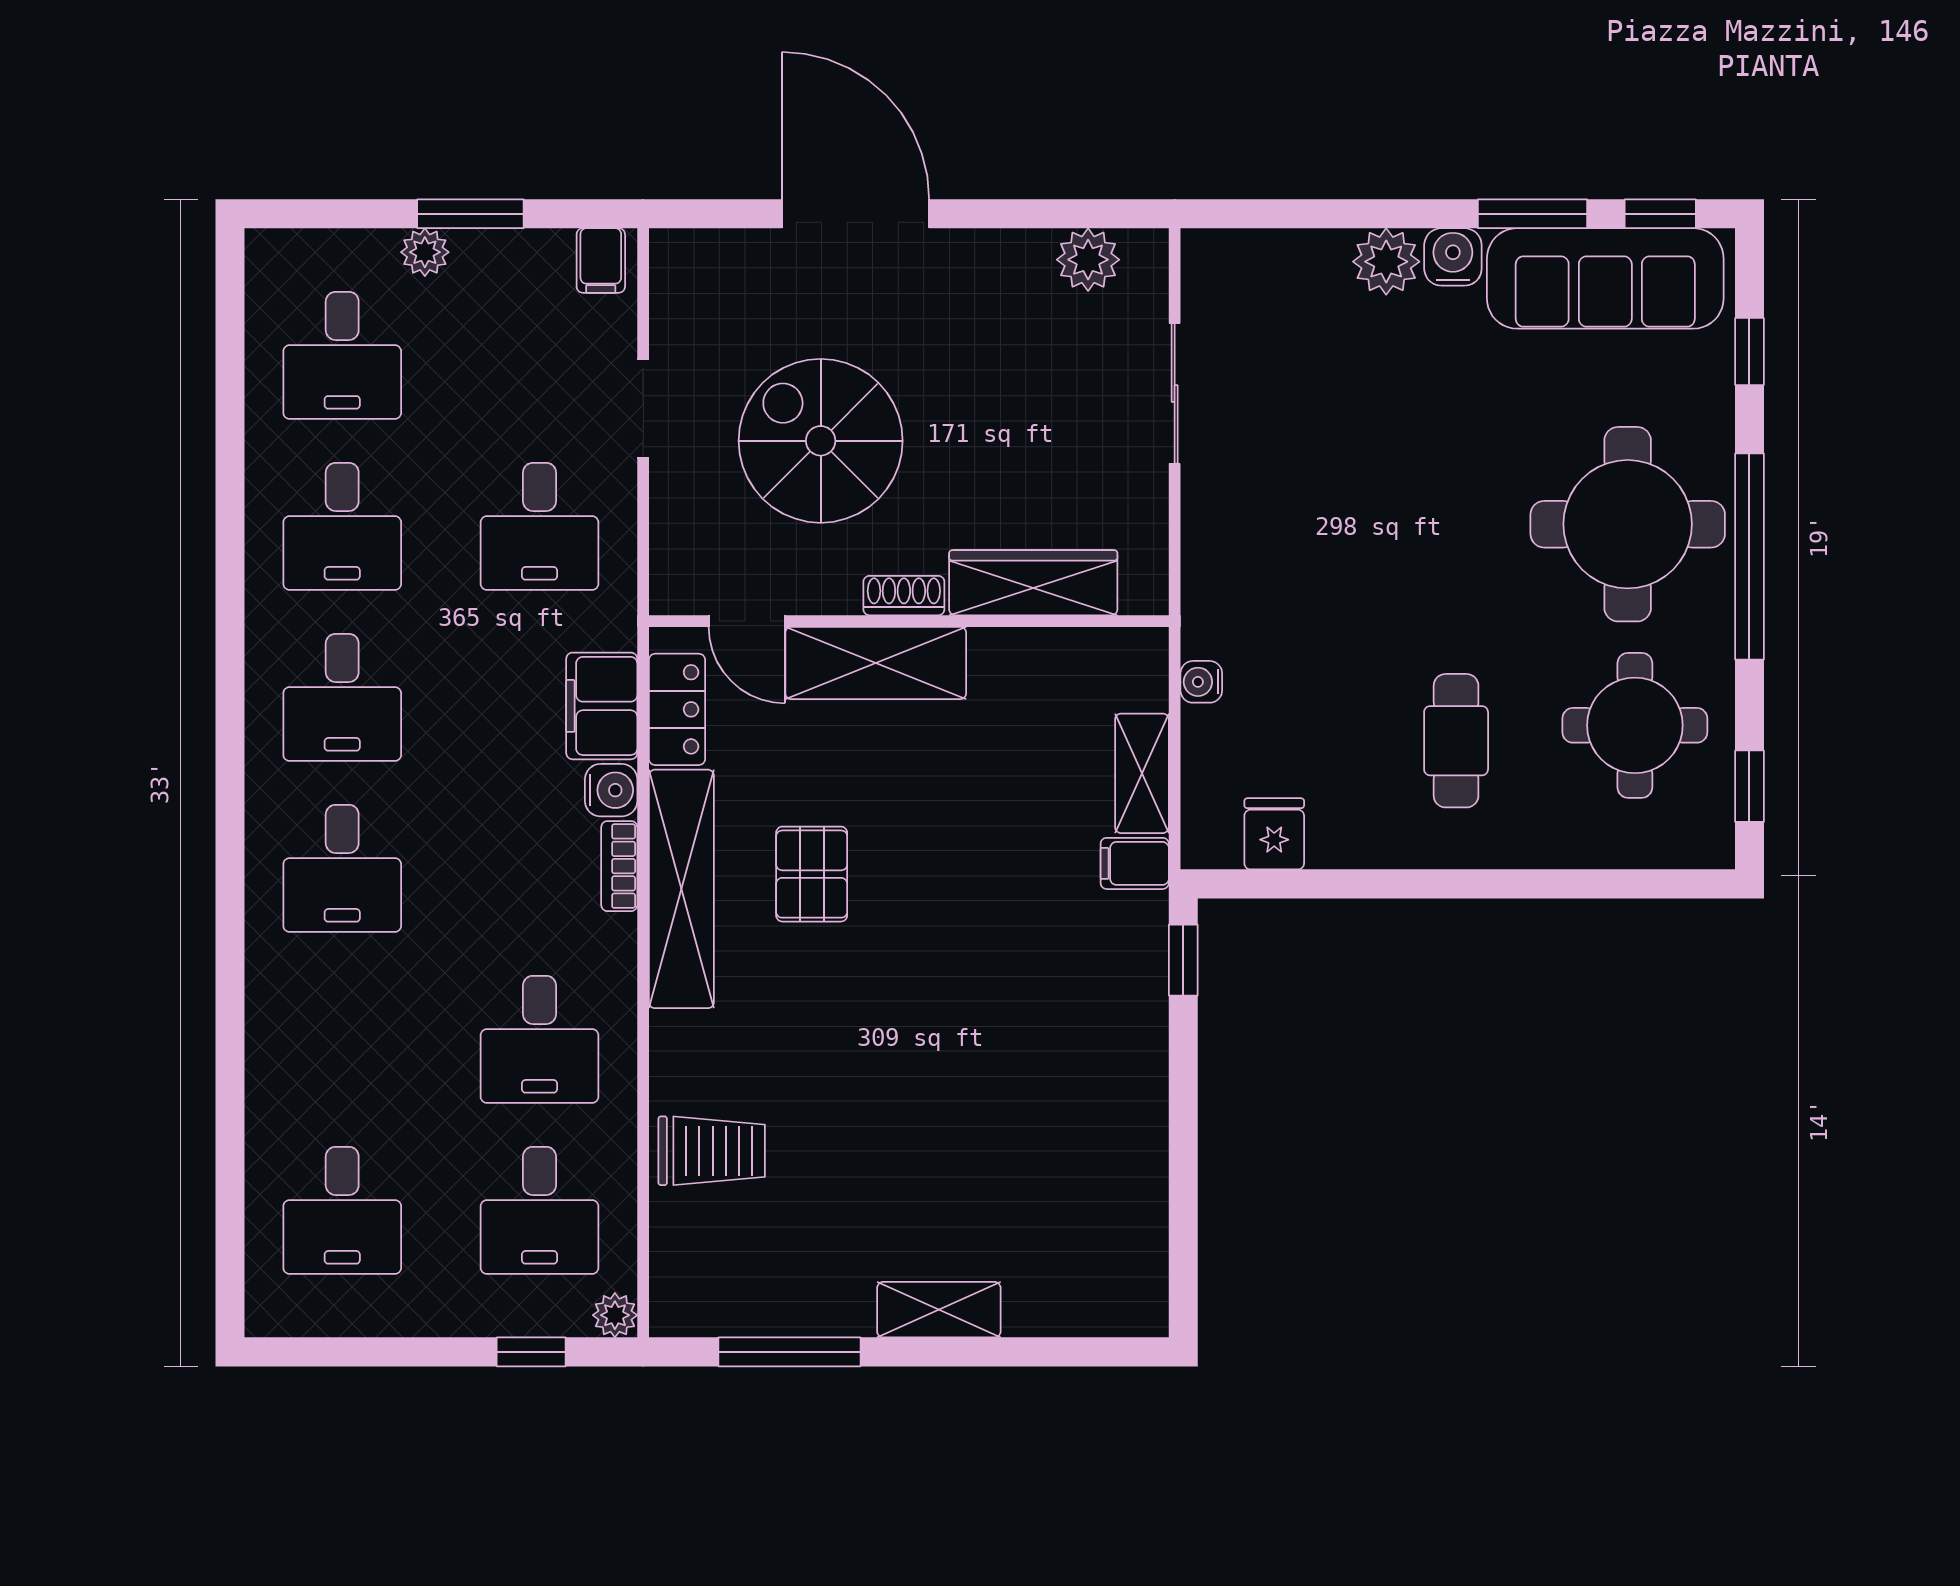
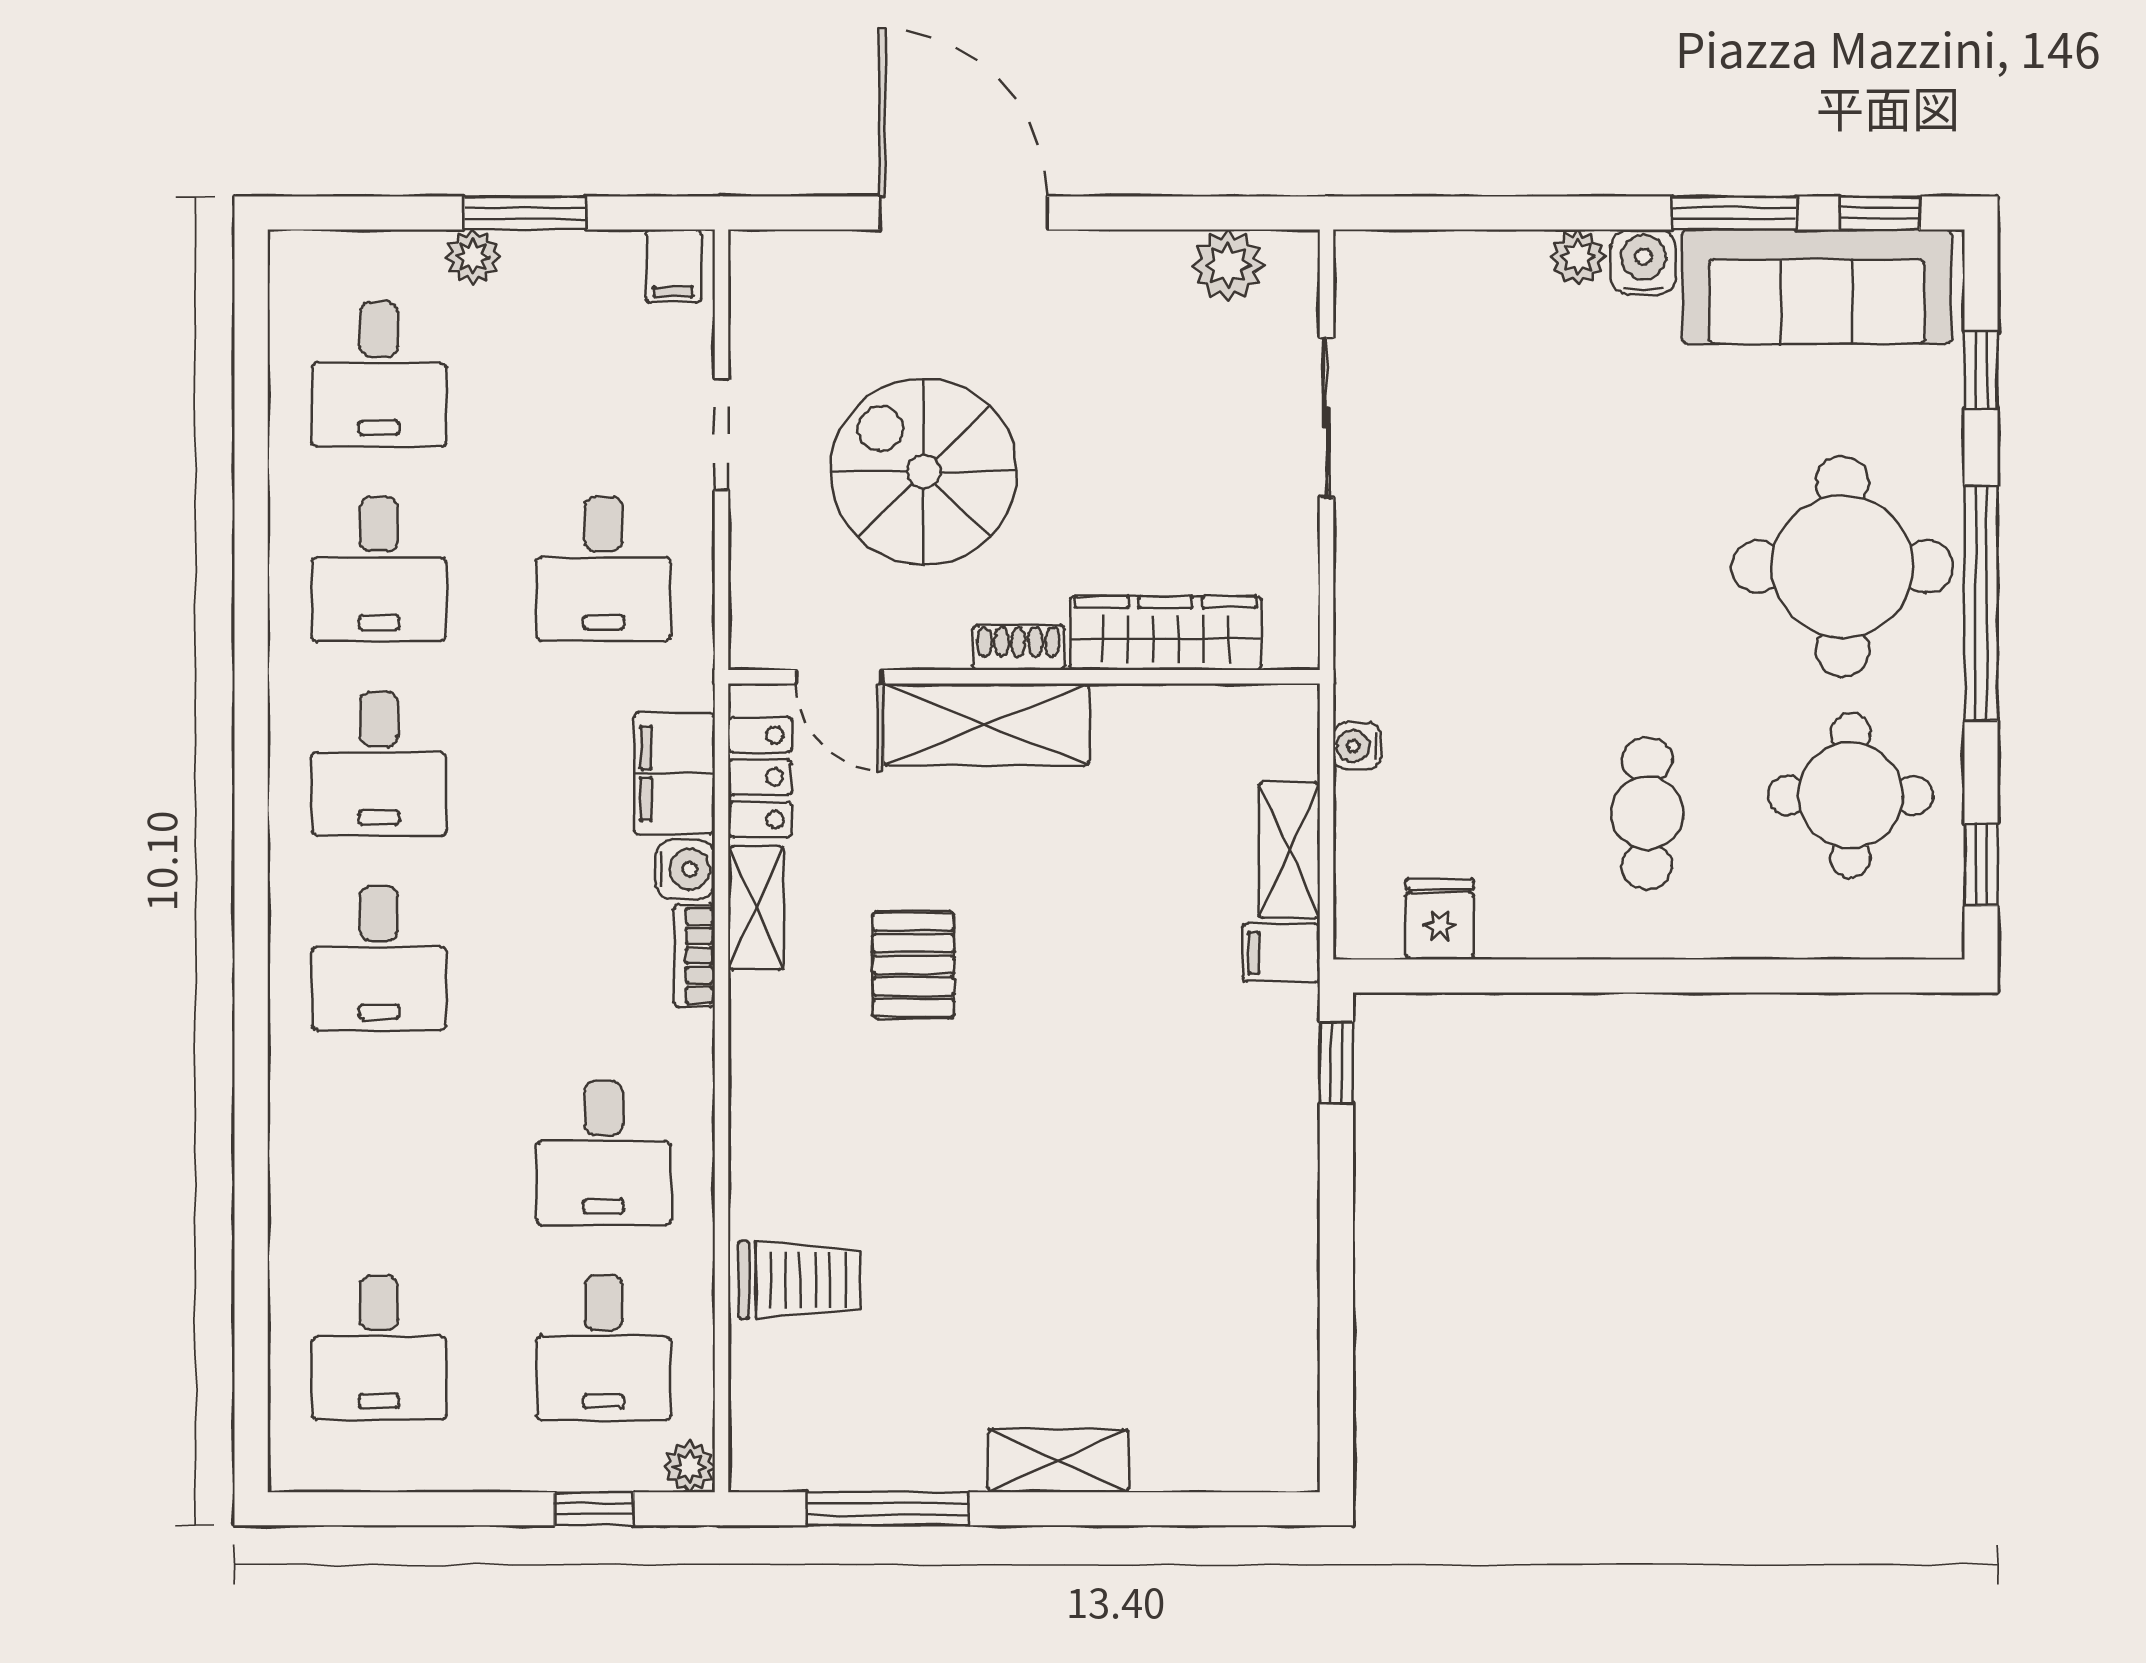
plant: (1386, 262) -> (1578, 257), width x0.73, depth x0.73
shelving: (681, 889) -> (756, 908), width x0.45, depth x0.75

